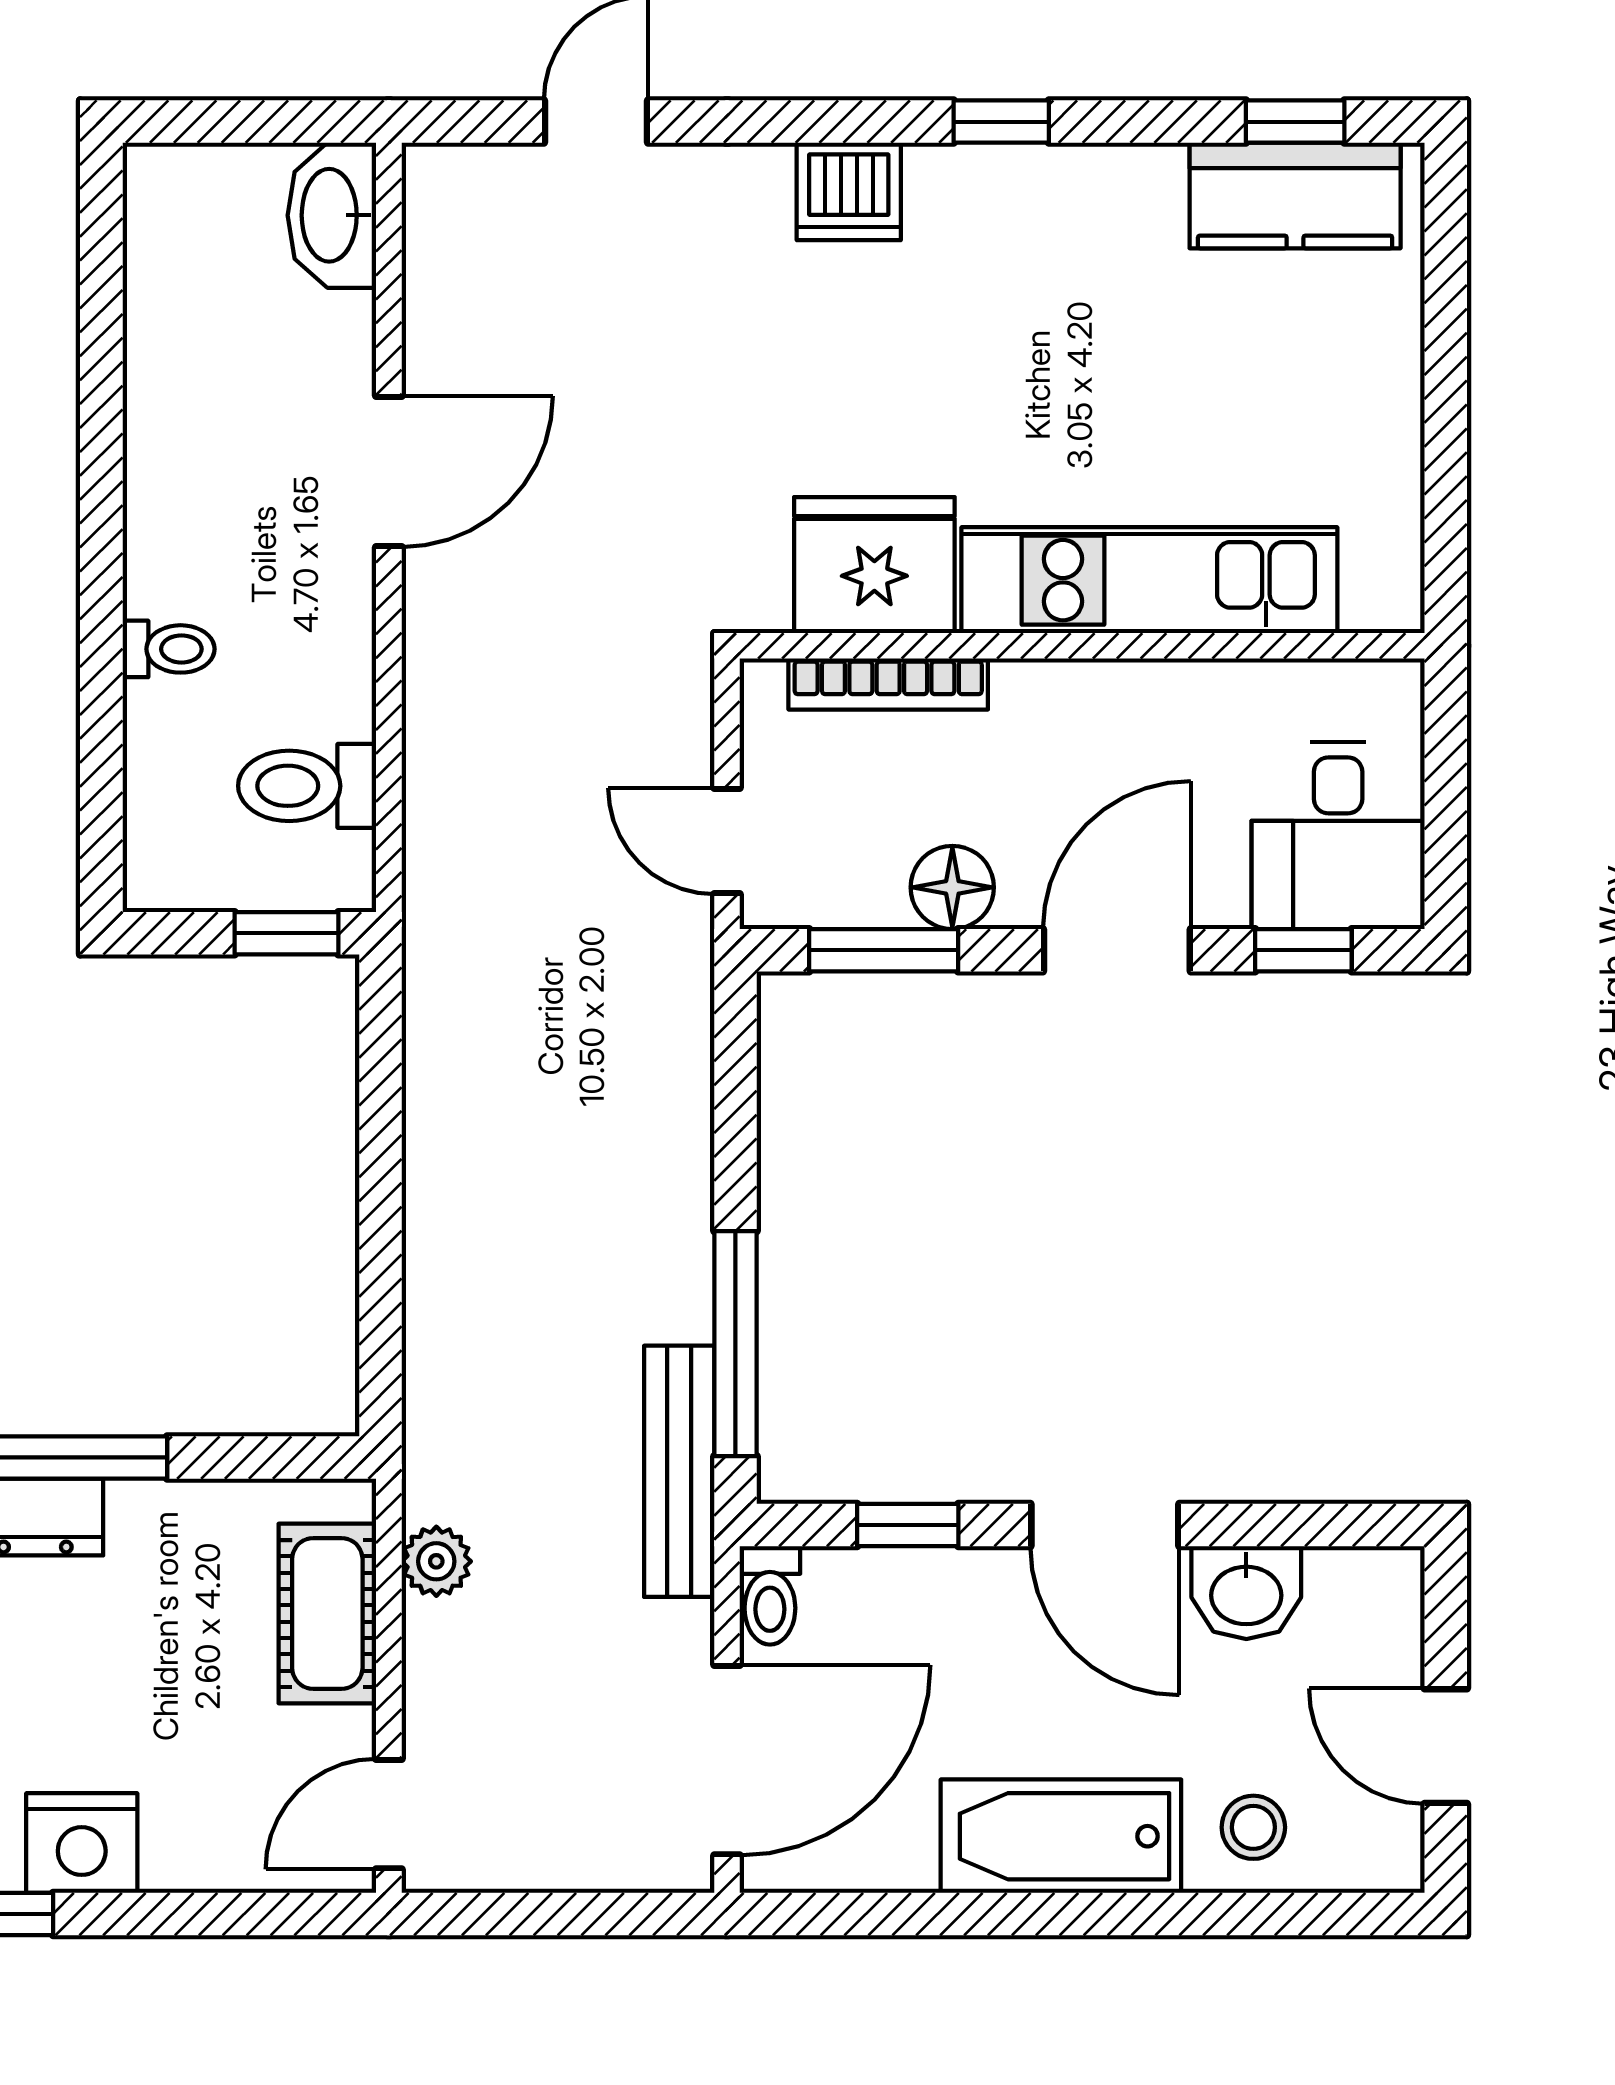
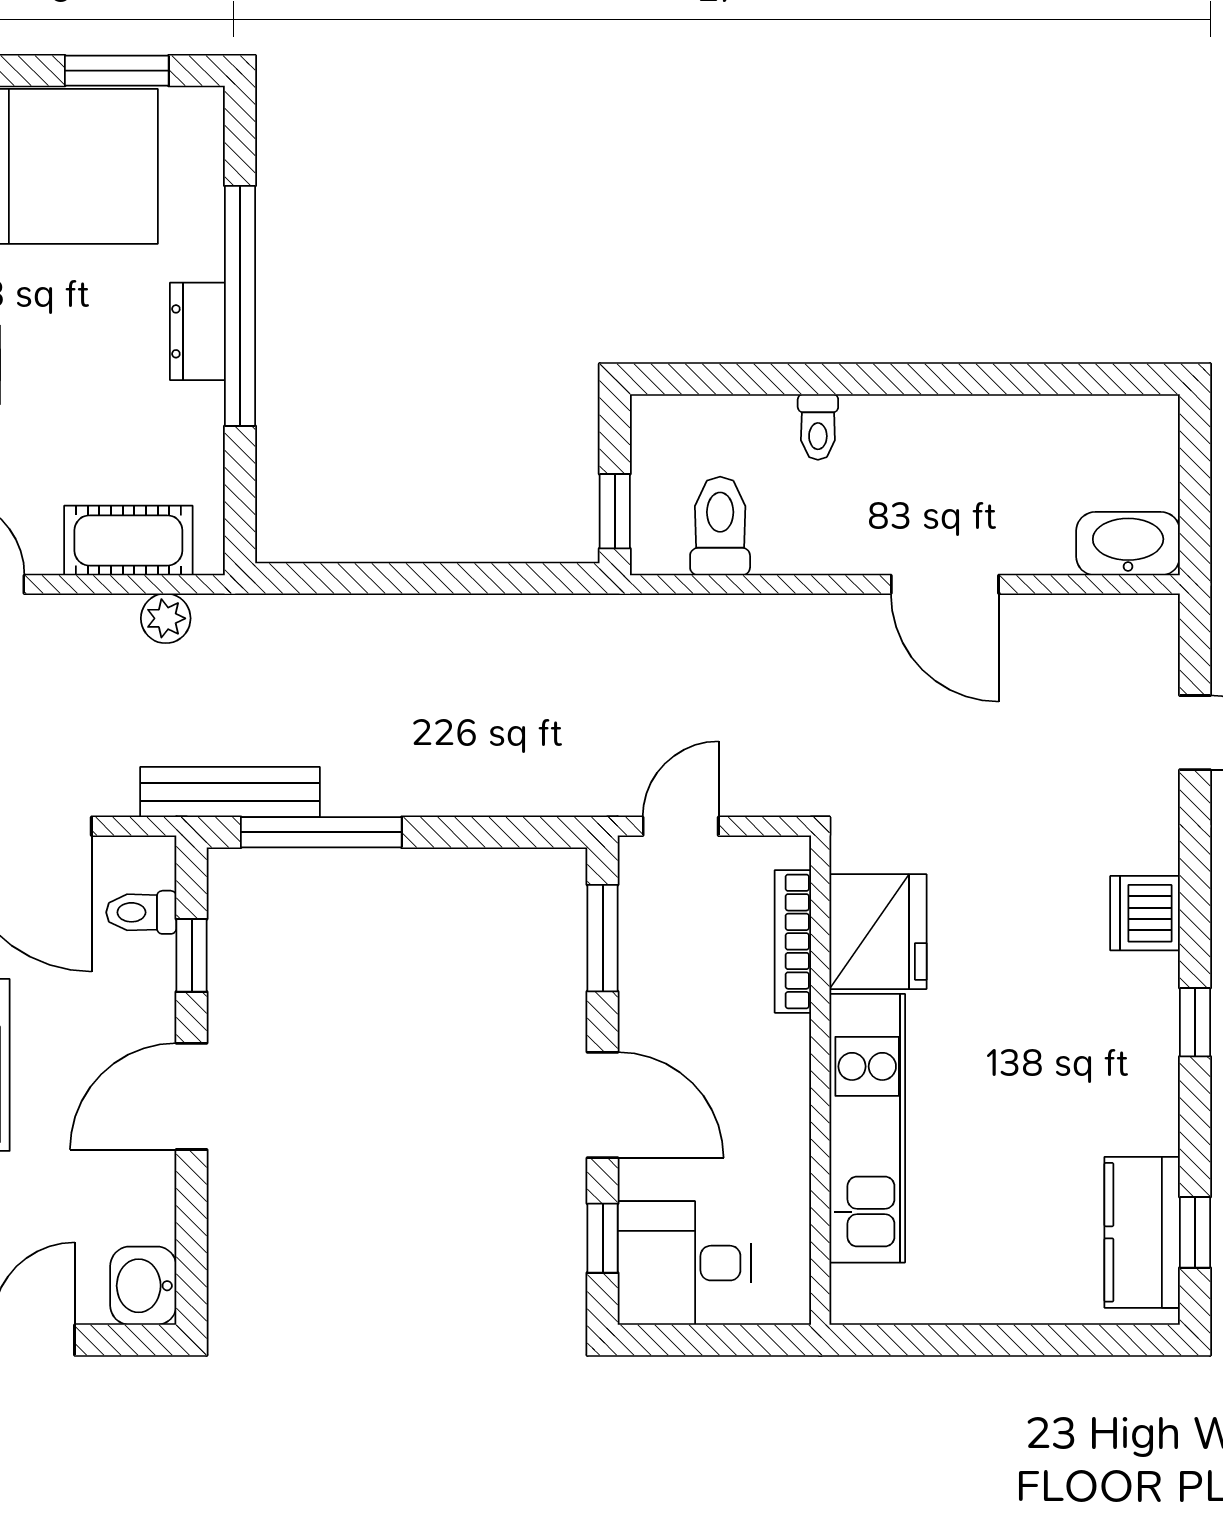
floor lamp: (952, 887) -> (647, 987), removed
washbasin: (1246, 1593) -> (143, 1286), moved
toilet: (770, 1595) -> (141, 912), moved

